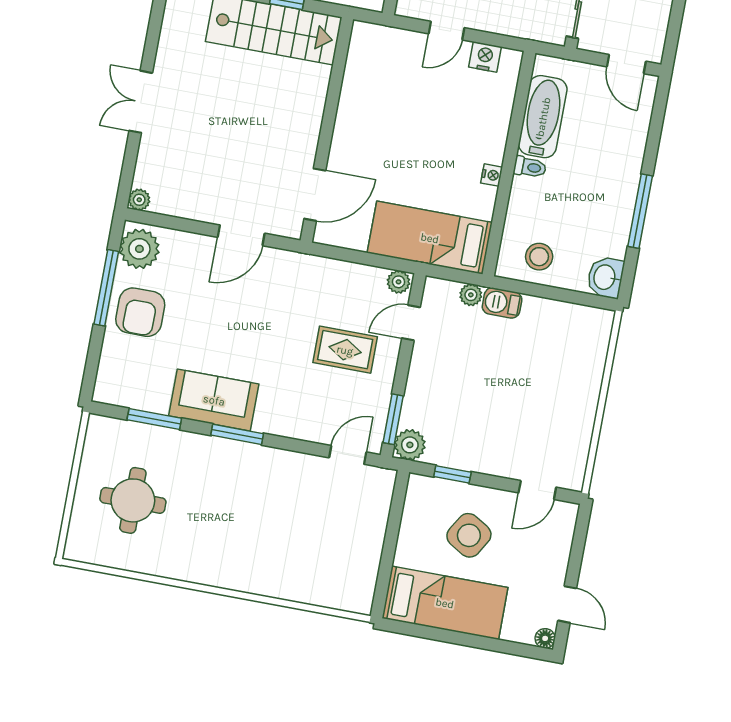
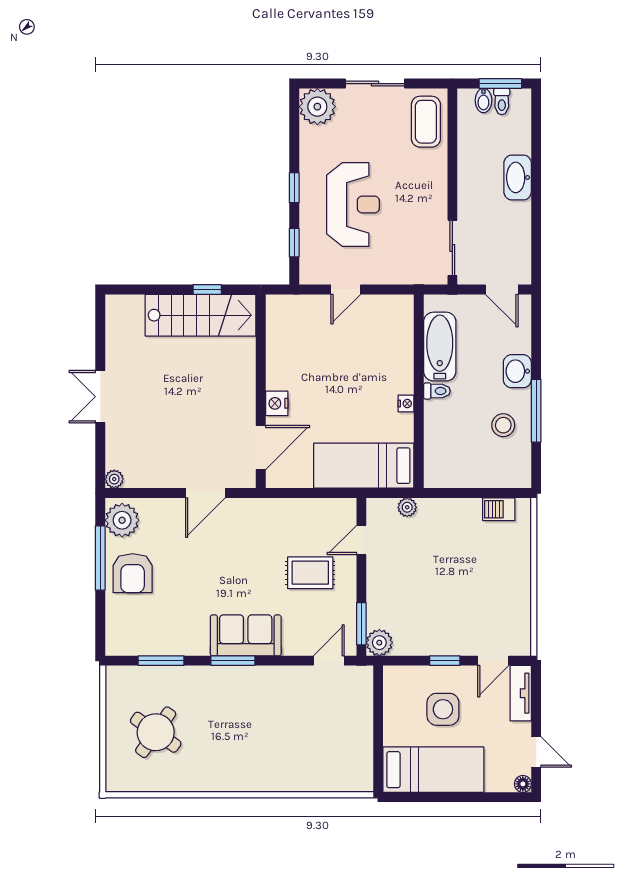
nightstand: (485, 57) -> (277, 403), moved, turned -90
stool: (539, 257) -> (503, 425), moved
washbasin: (605, 277) -> (517, 371), moved
plant: (399, 282) -> (344, 508), removed
barbecue: (502, 303) -> (499, 509), moved
sofa: (214, 400) -> (246, 635), moved
window: (452, 474) -> (445, 661), moved
round table: (133, 500) -> (156, 732), turned 35
tv unit: (562, 533) -> (521, 693), added
side table: (469, 535) -> (443, 709), turned -31

